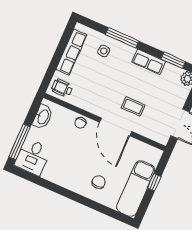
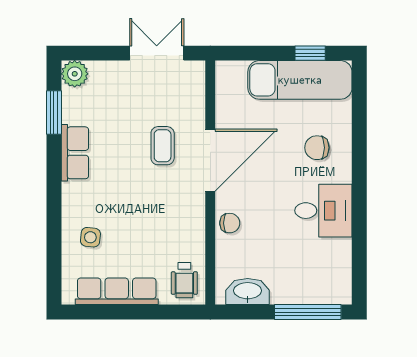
window: (122, 38) -> (54, 216), removed
desk: (33, 157) -> (323, 211), moved
window: (154, 182) -> (310, 53), moved

